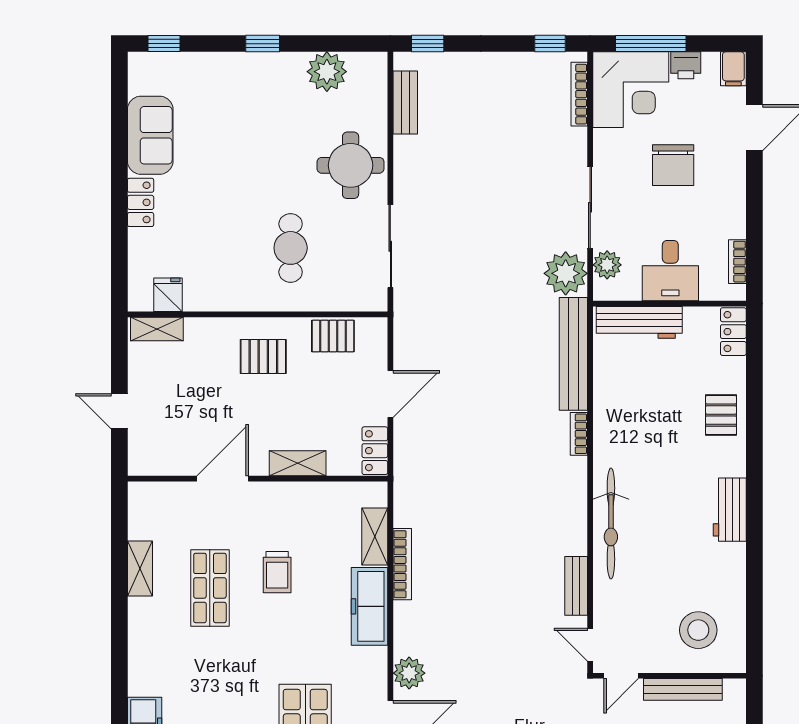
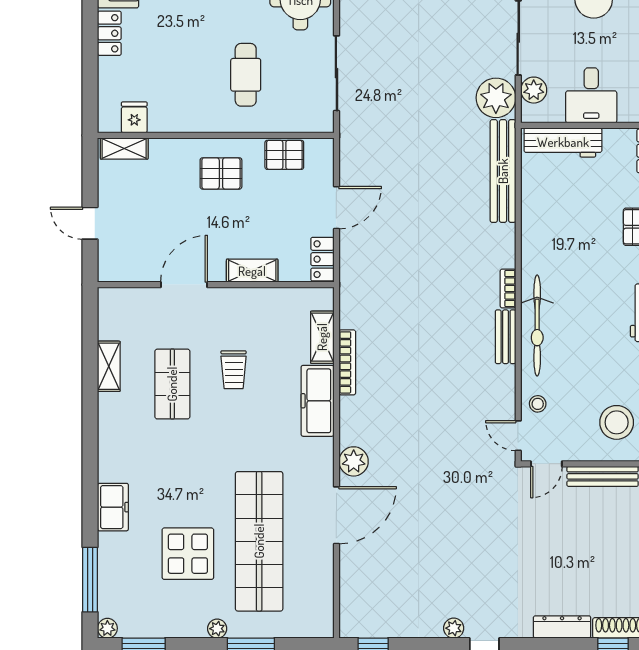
bookcase: (579, 434) -> (508, 288), moved
bench: (576, 586) -> (506, 337), moved
stool: (611, 610) -> (538, 404), added

